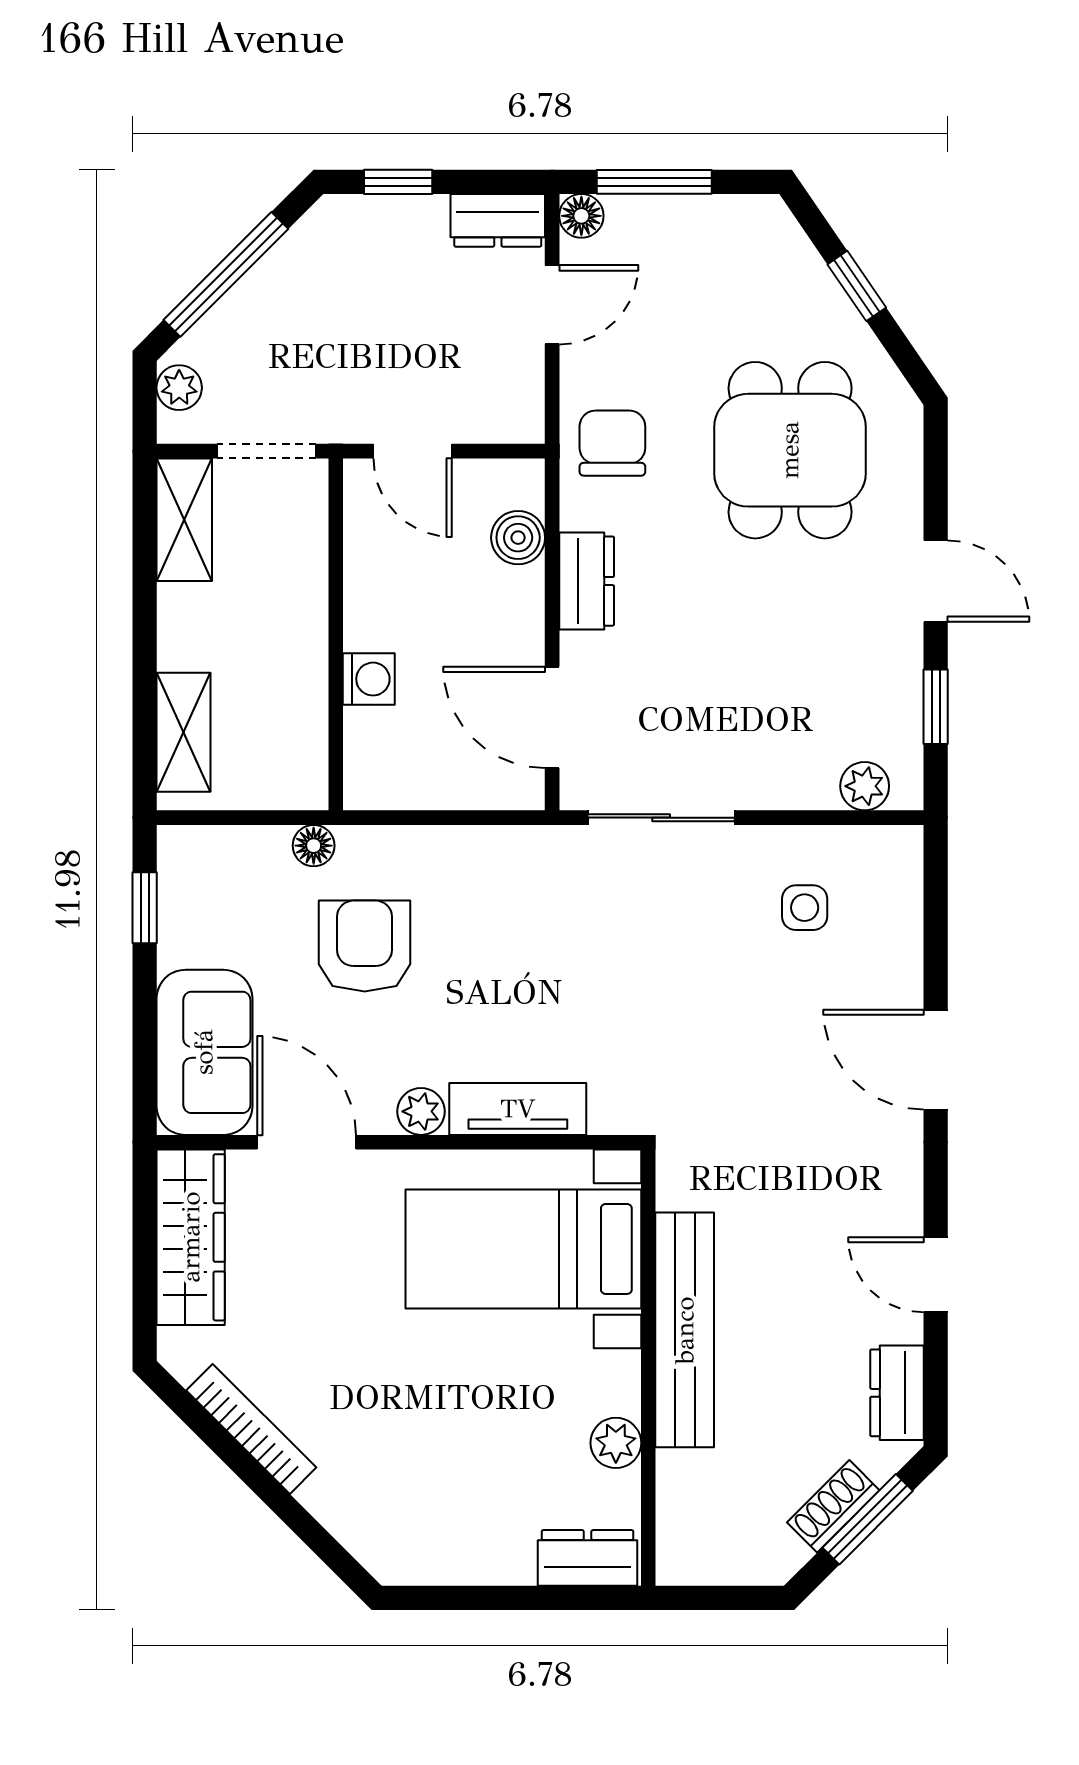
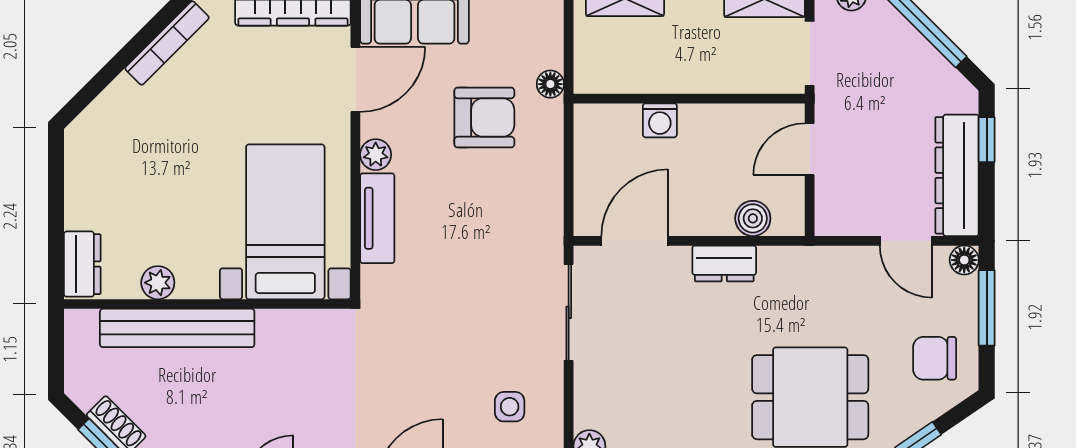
dresser: (498, 220) -> (957, 175), width x1.96, depth x1.24
chair: (612, 443) -> (935, 358), moved, turned 180
bench: (685, 1330) -> (177, 328), moved

